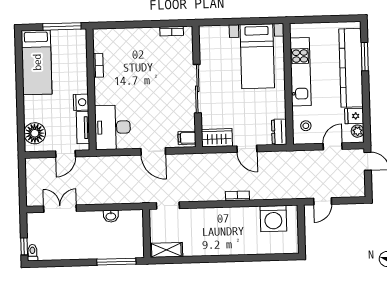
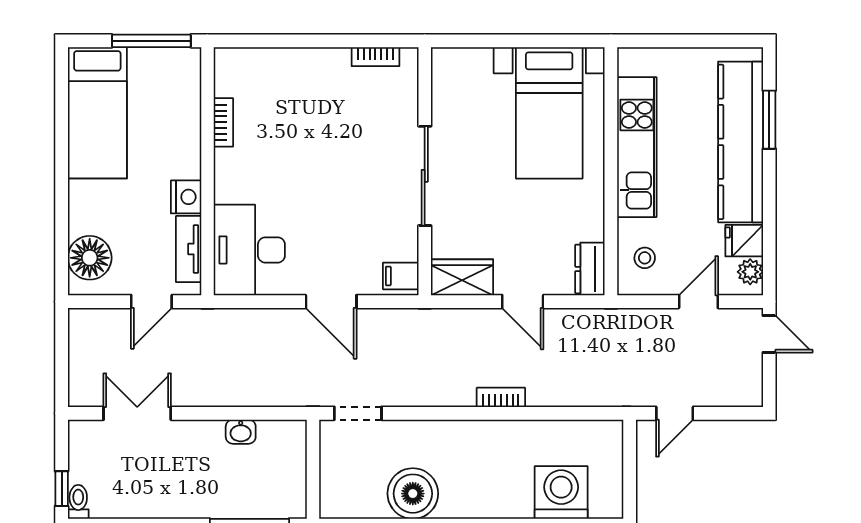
washing machine: (273, 219) -> (561, 492), moved, turned 180
boiler: (196, 244) -> (413, 494), added
shelving: (166, 250) -> (352, 504), removed

